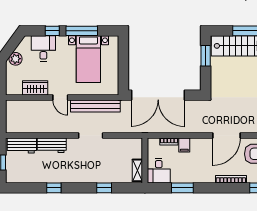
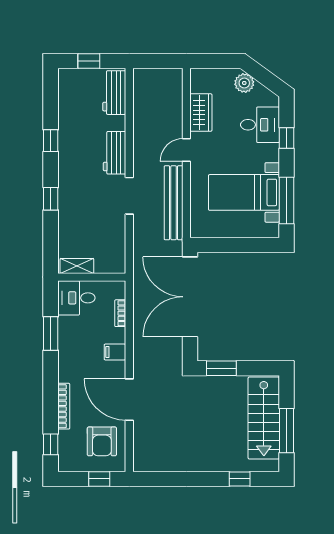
window: (82, 31) -> (286, 201), moved
window: (206, 56) -> (221, 368), moved
workbench: (52, 145) -> (115, 153), moved
filing cabinet: (184, 145) -> (115, 352), moved
window: (104, 188) -> (51, 199), moved

